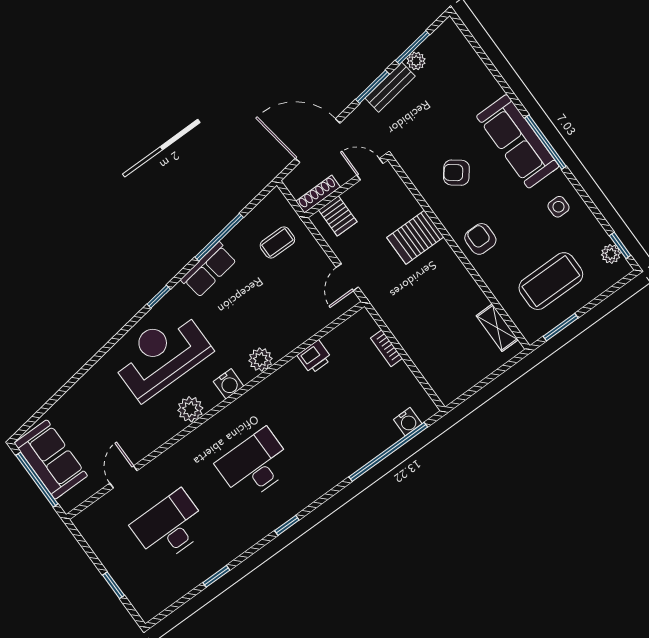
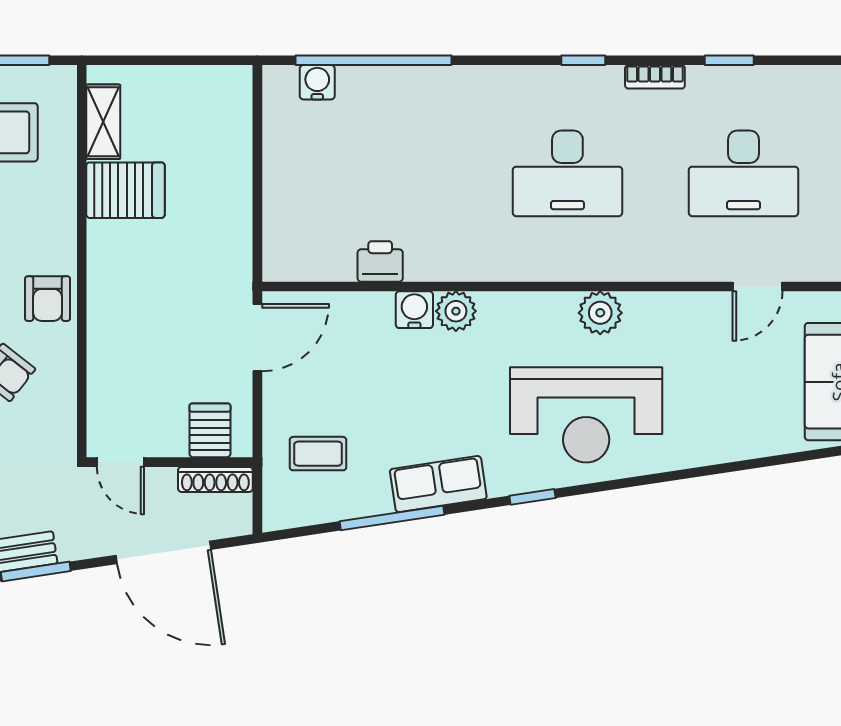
server rack: (415, 237) -> (126, 190), moved
armchair: (480, 239) -> (48, 299), moved
door: (347, 277) -> (257, 338), width x1.38
bookcase: (386, 348) -> (655, 77), moved, turned 90
water cooler: (229, 384) -> (414, 310), moved

